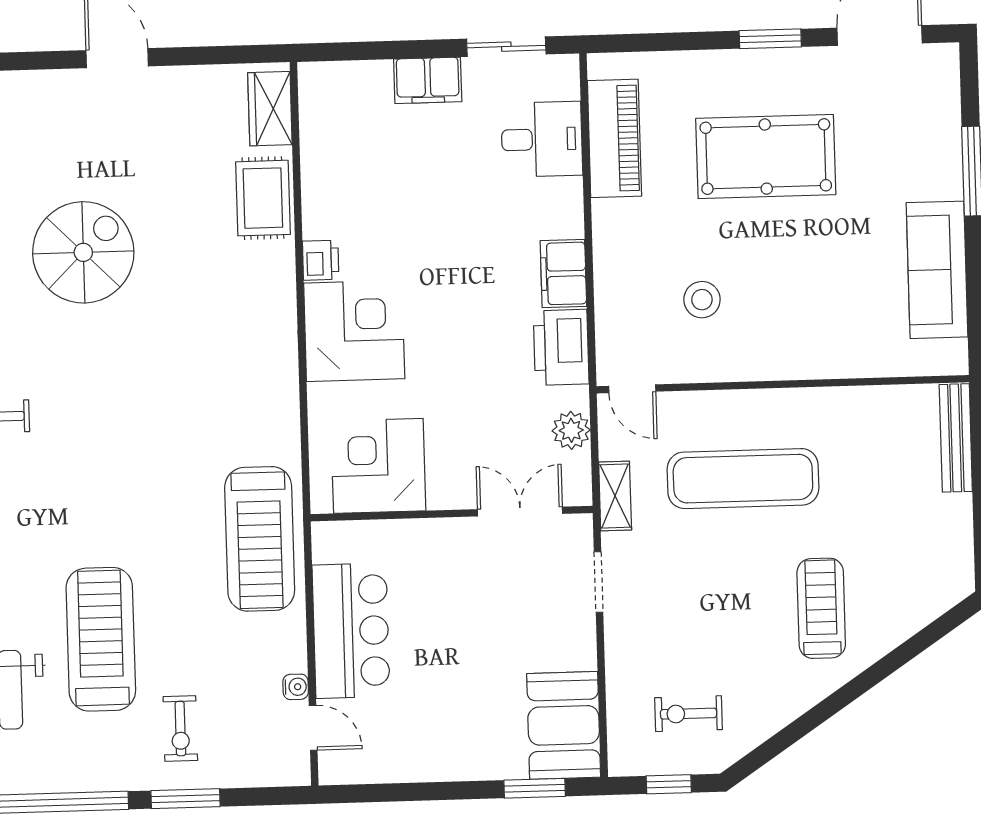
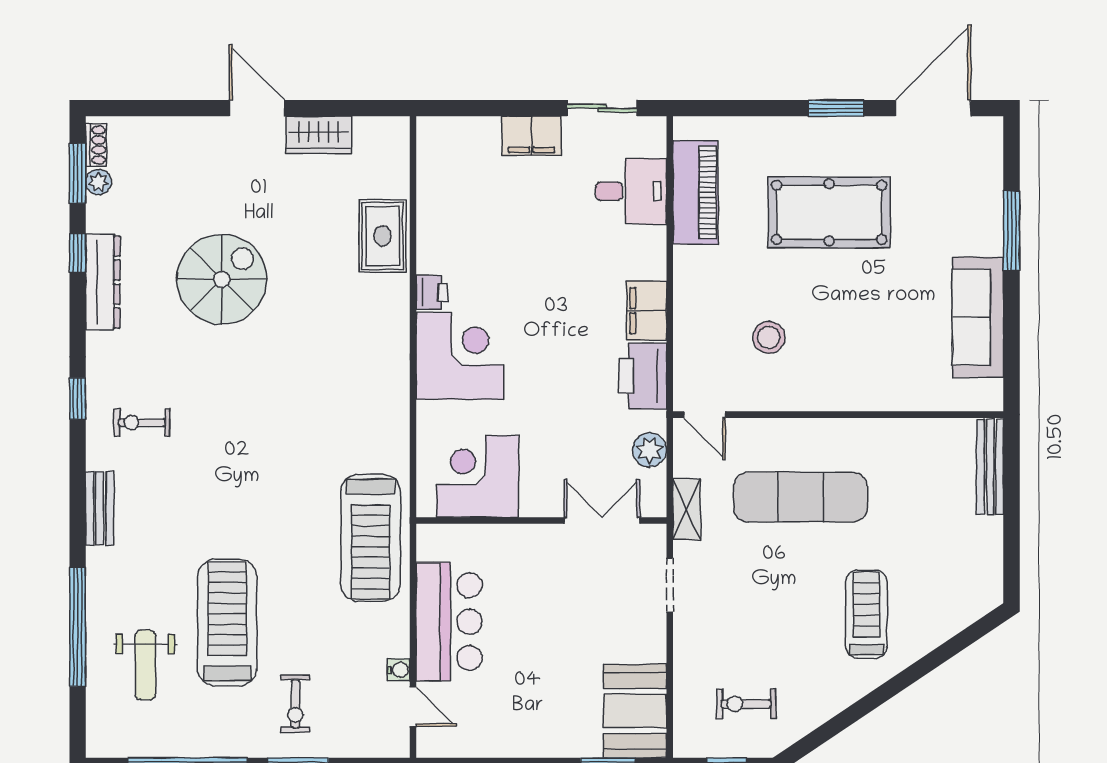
wardrobe: (270, 109) -> (319, 135), moved, turned -90

